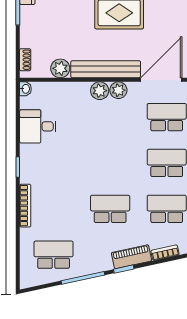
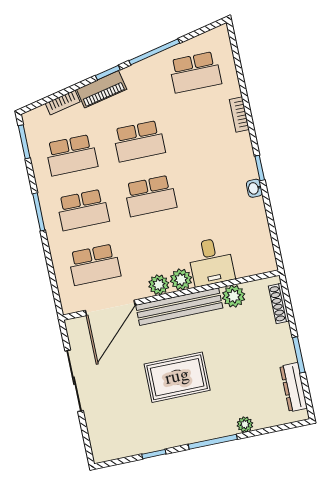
shoe rack: (25, 60) -> (279, 303), width x1.43
washbasin: (25, 89) -> (254, 188), moved
desk: (38, 126) -> (211, 262), moved, turned 90
school desk: (110, 163) -> (150, 196), added
bookcase: (25, 206) -> (239, 114), width x0.64

